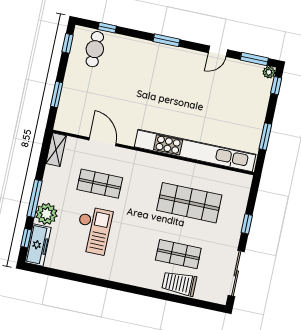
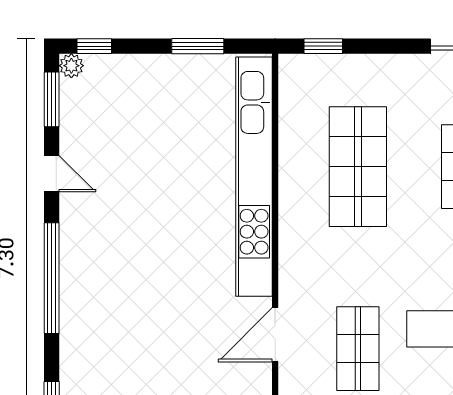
window: (166, 40) -> (52, 278), width x2.11
door: (103, 142) -> (275, 335), moved
window: (247, 224) -> (323, 46), moved

